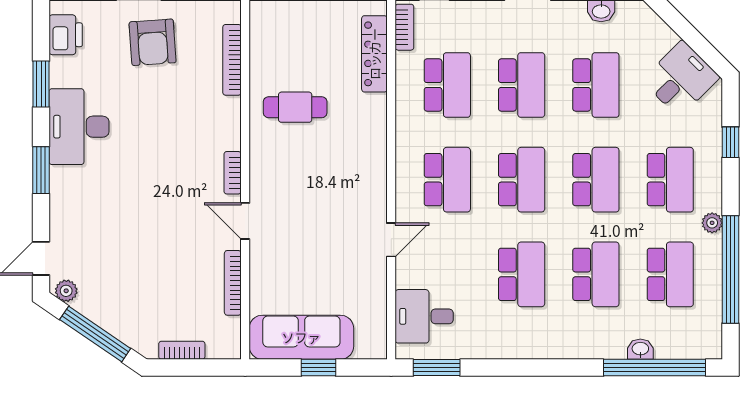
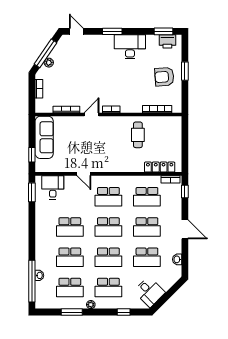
window: (41, 84) -> (163, 31), moved
window: (730, 269) -> (72, 312), width x0.47
plant: (66, 291) -> (49, 63), moved
window: (318, 368) -> (32, 155), moved

